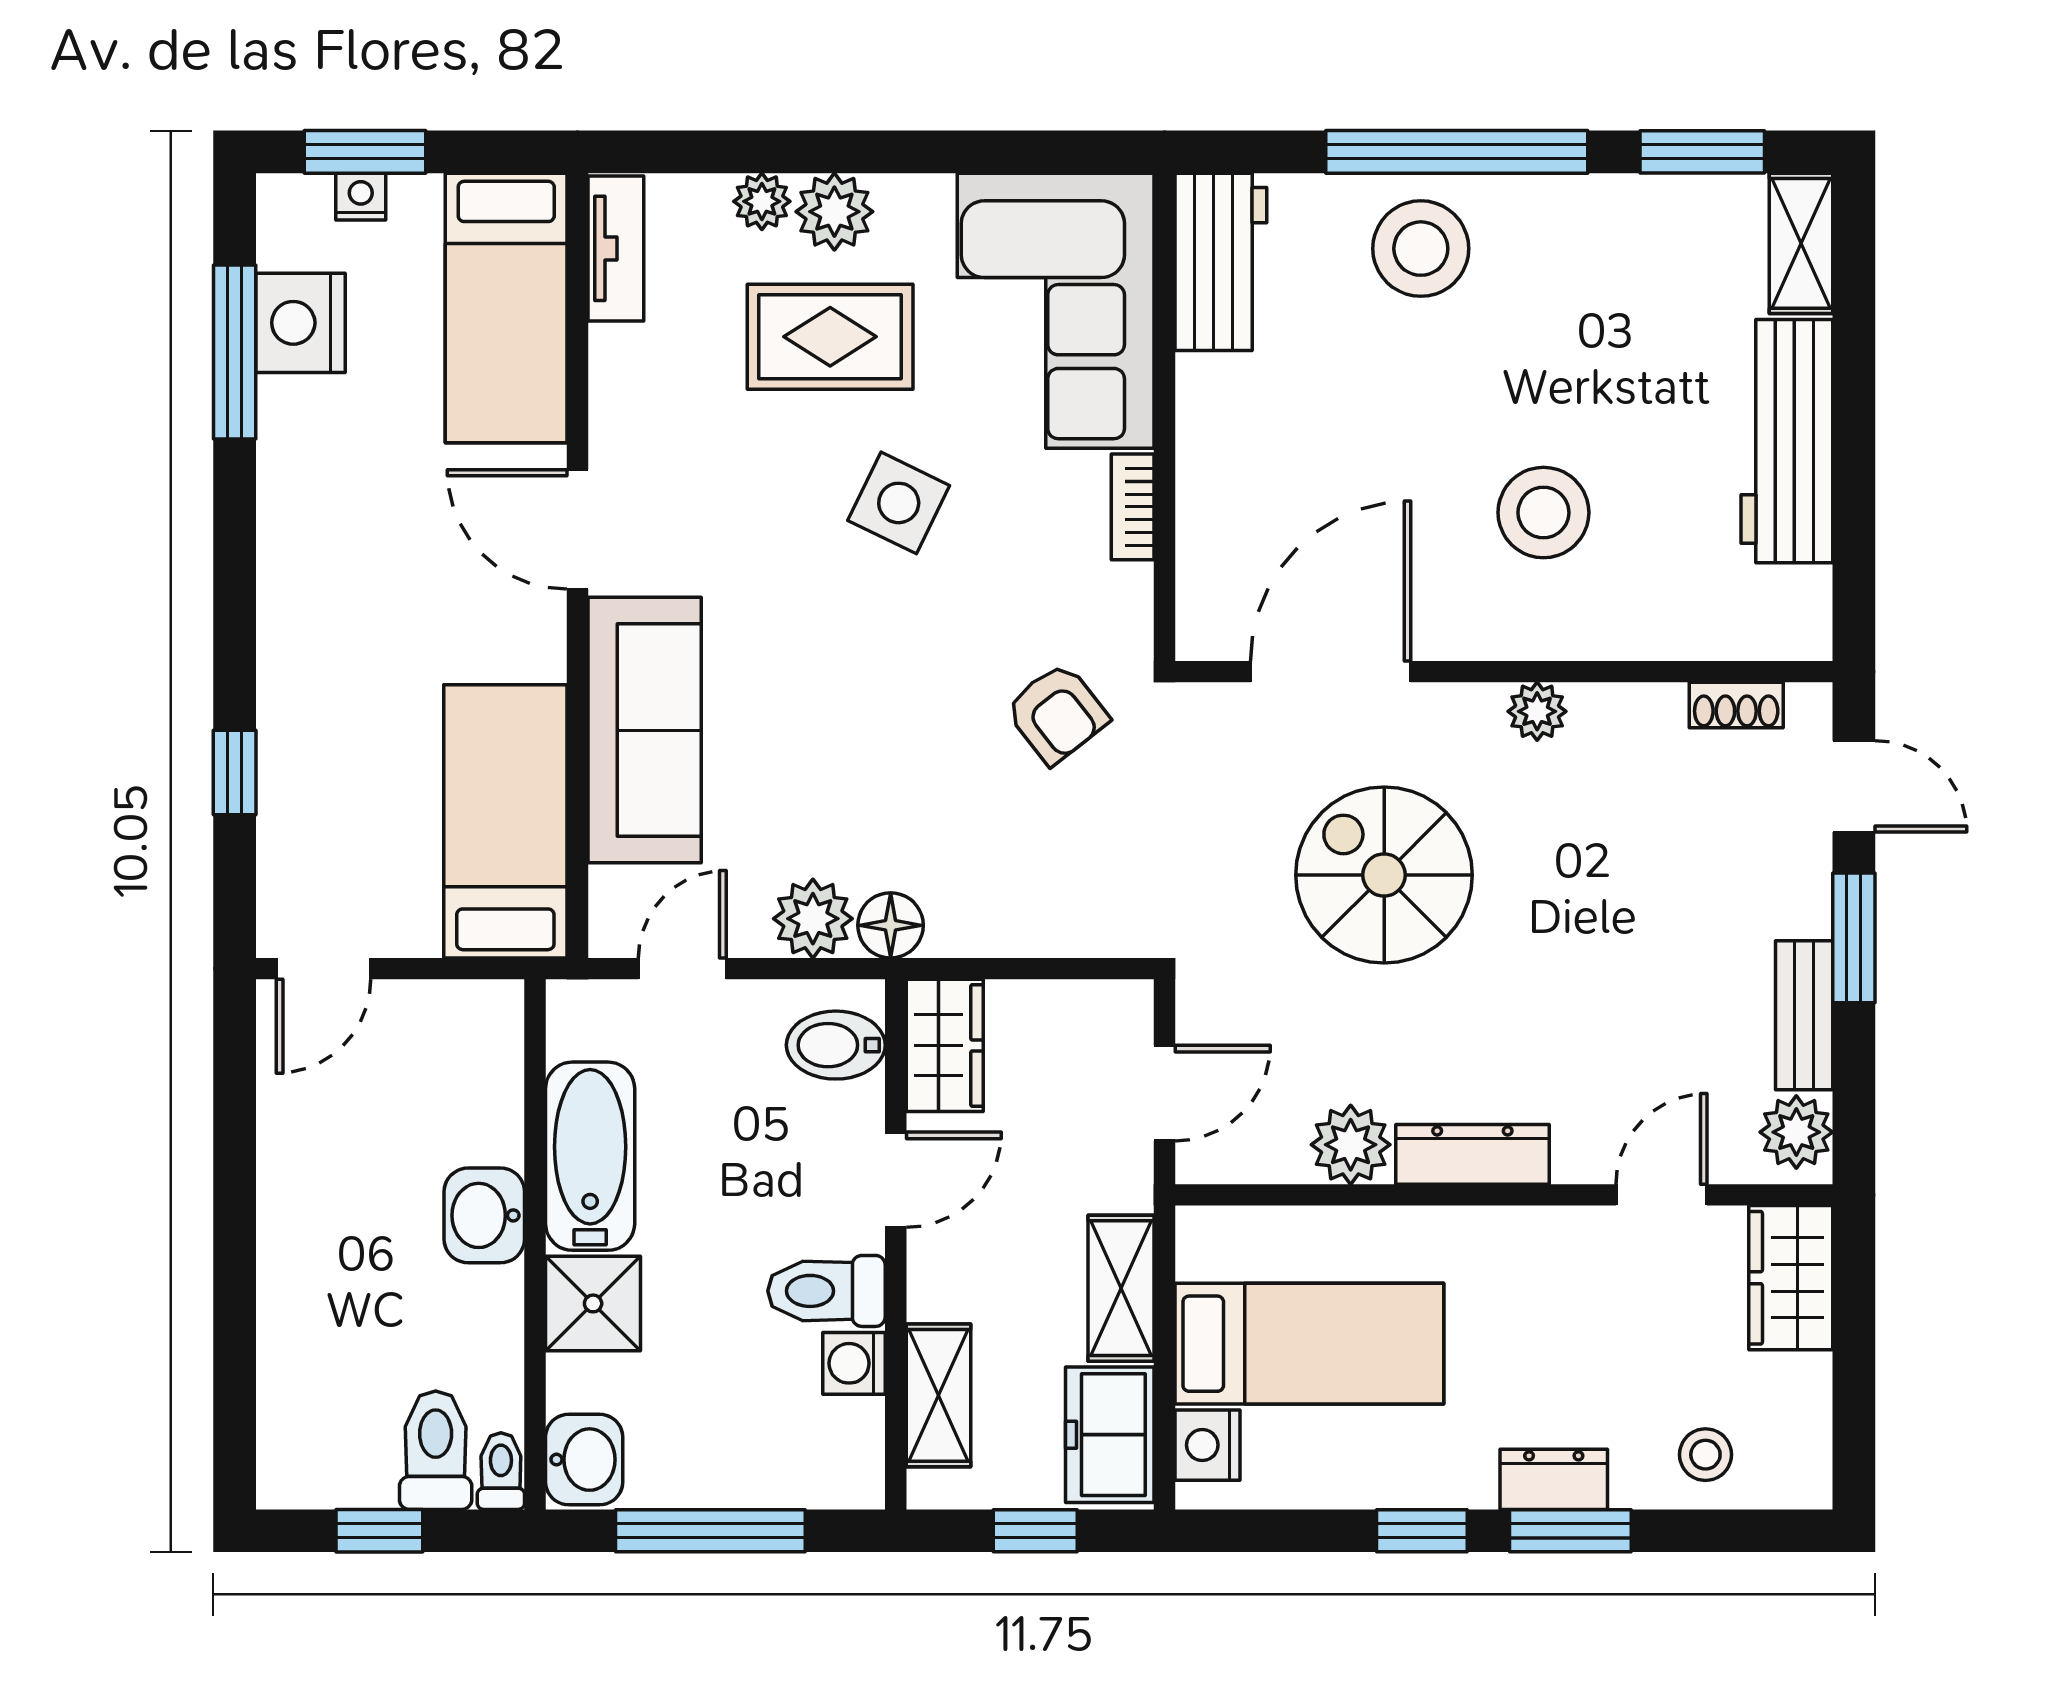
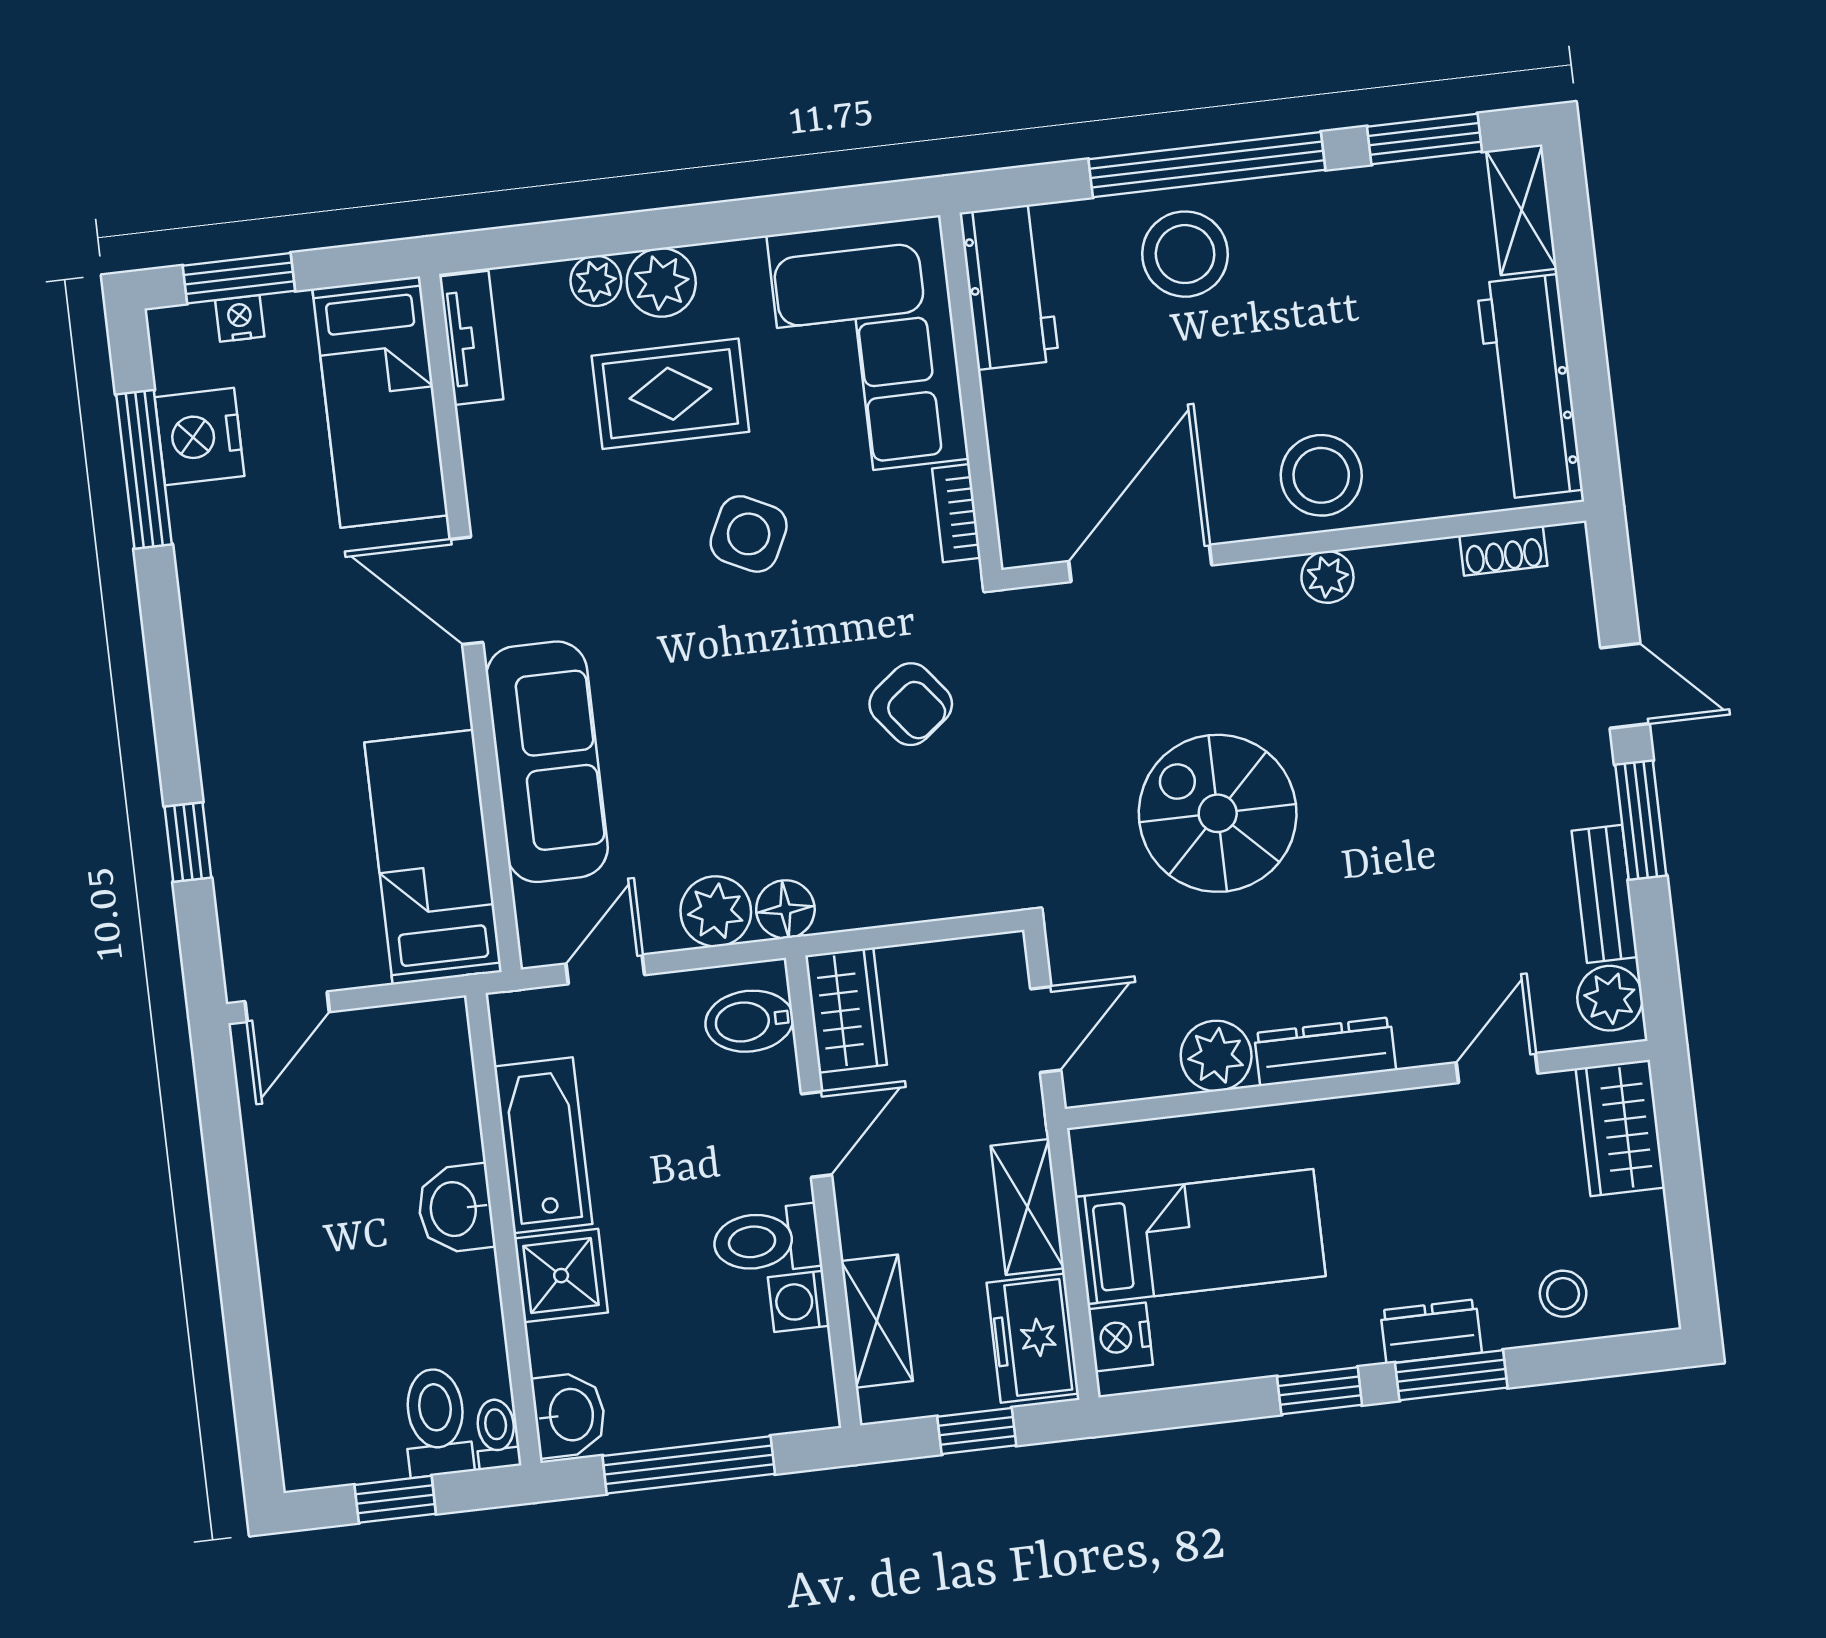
door: (1331, 672) -> (1140, 563), moved
wall: (1504, 672) -> (1294, 545), moved
shoe rack: (1736, 705) -> (1503, 551), moved
plant: (1537, 711) -> (1327, 577), moved

